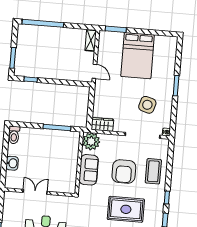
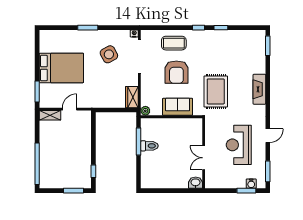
door: (94, 71) -> (70, 109), moved
side table: (147, 105) -> (109, 54), turned 45
toilet: (14, 135) -> (149, 146), moved
plant: (91, 141) -> (145, 111), width x0.53, depth x0.53
washbasin: (12, 163) -> (196, 183), moved
armchair: (124, 172) -> (176, 72), turned 90
rug: (126, 209) -> (216, 91), moved

